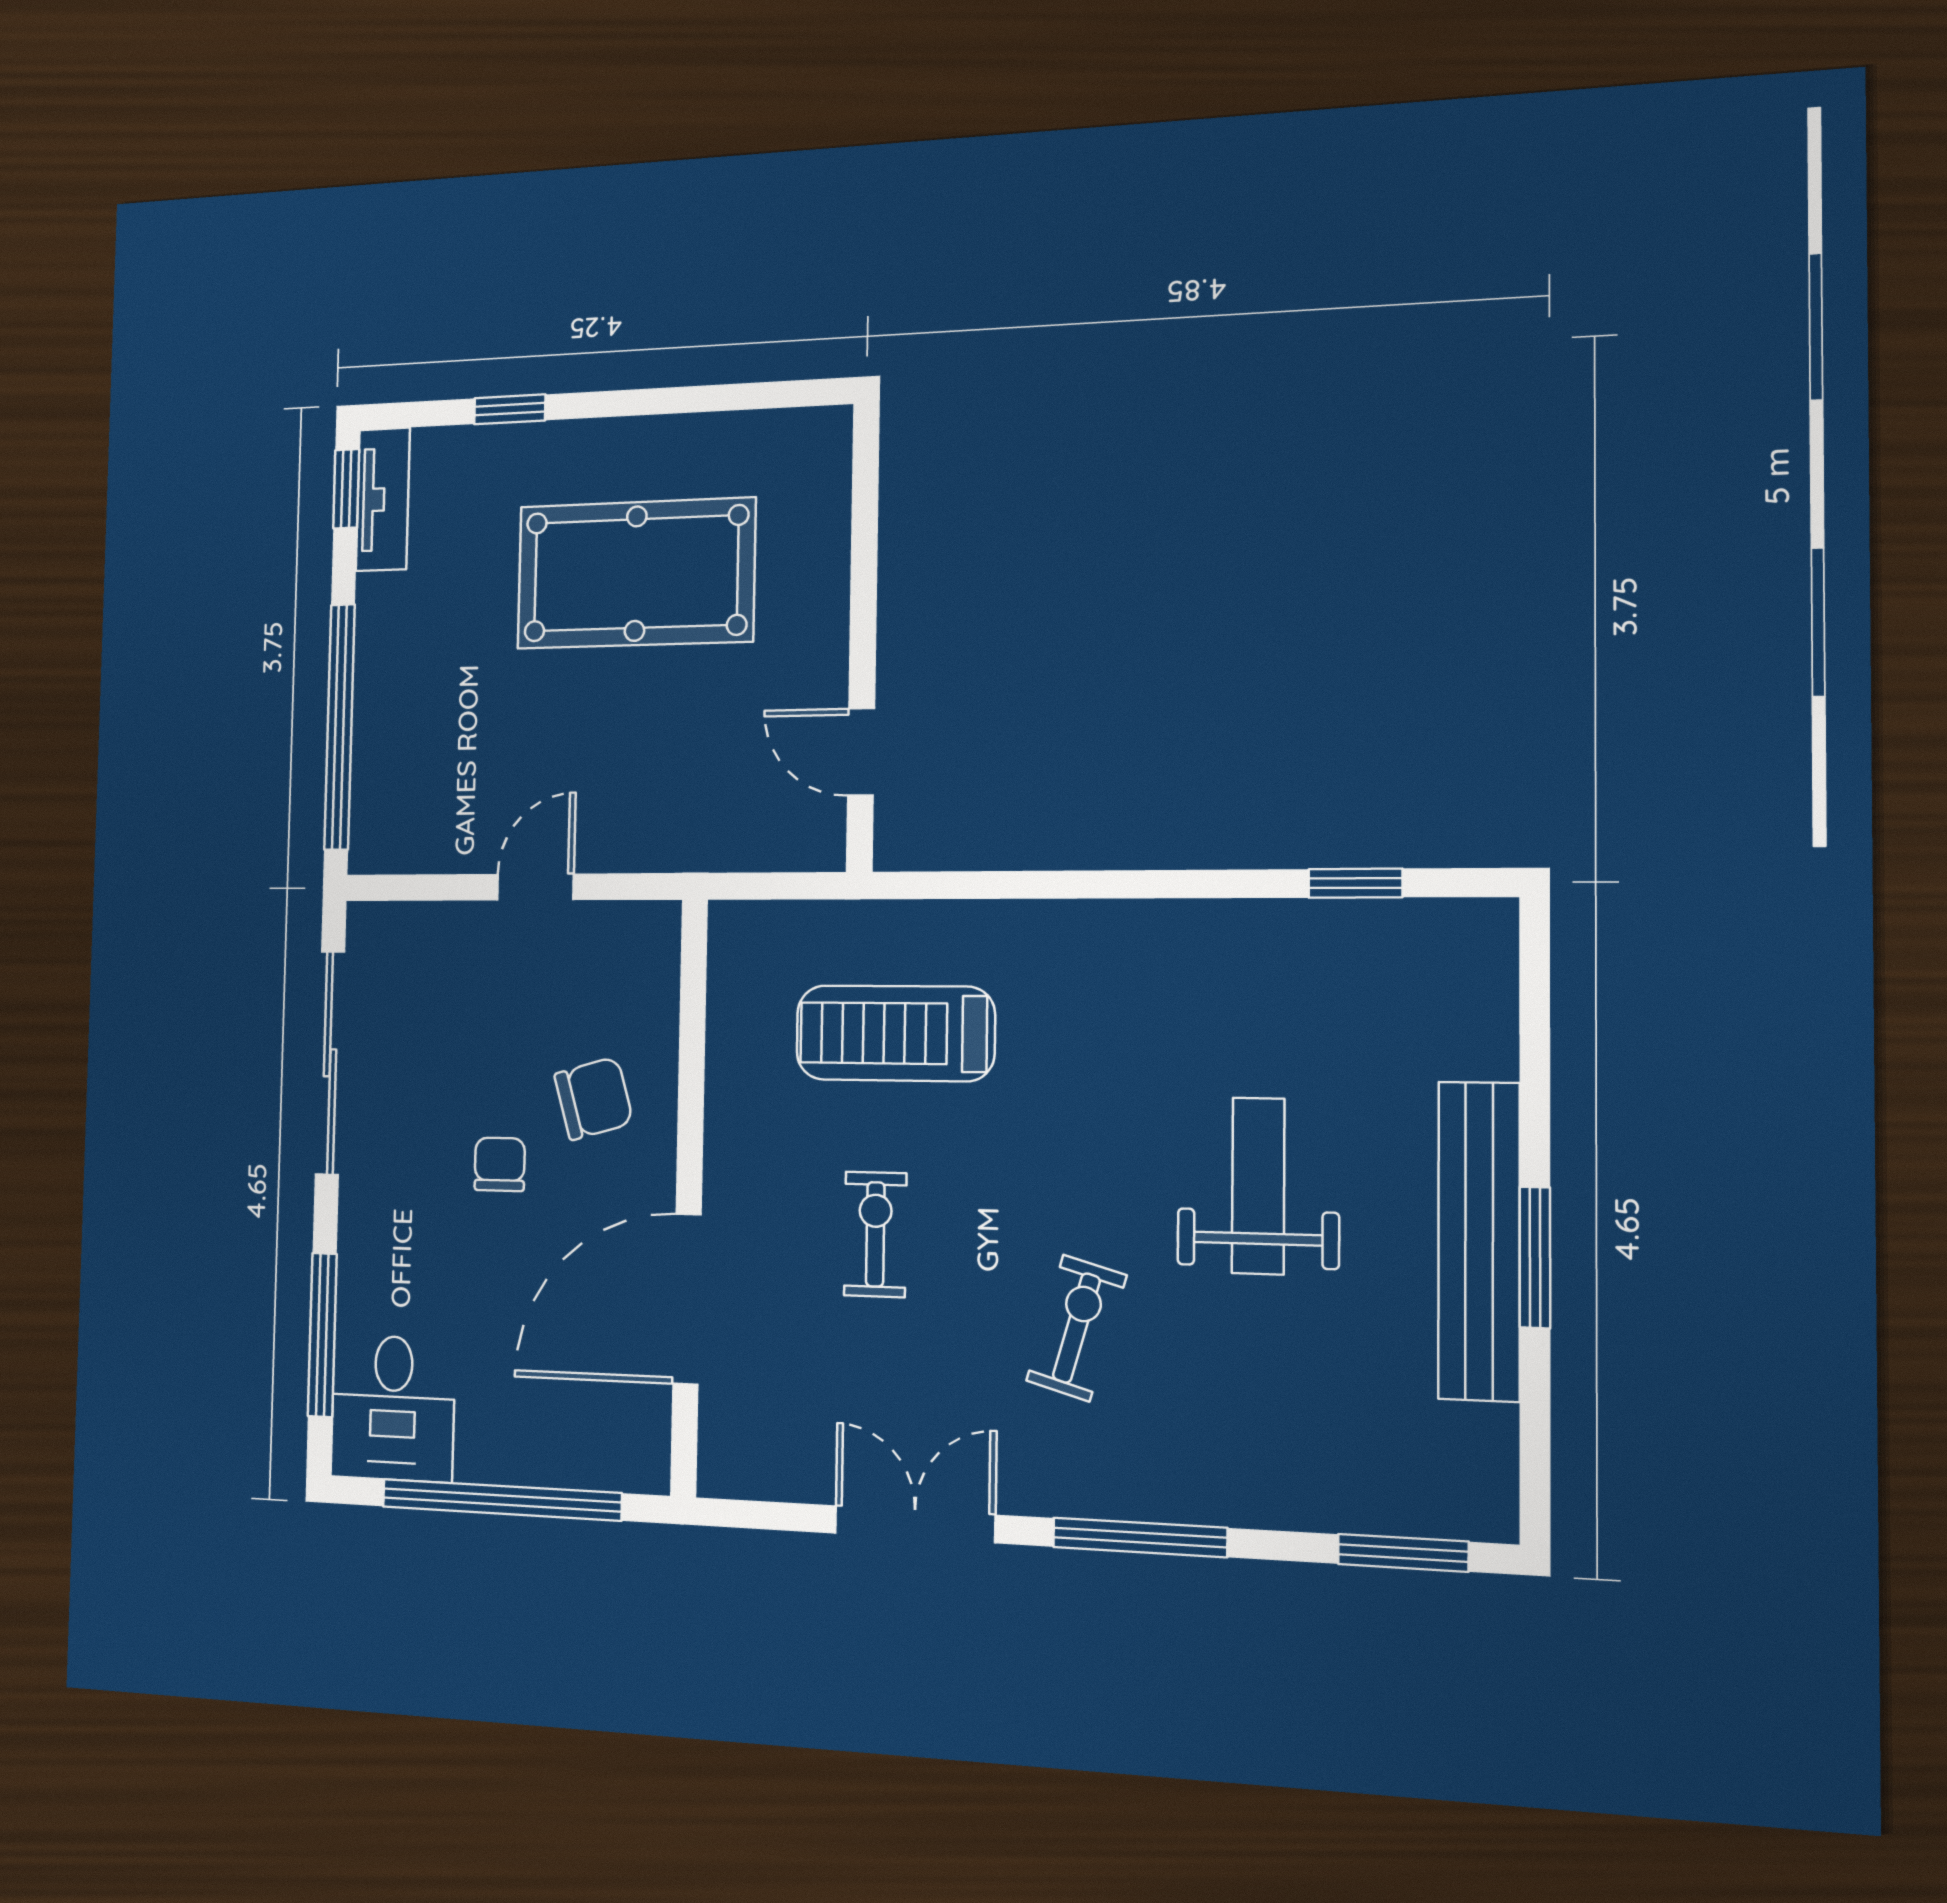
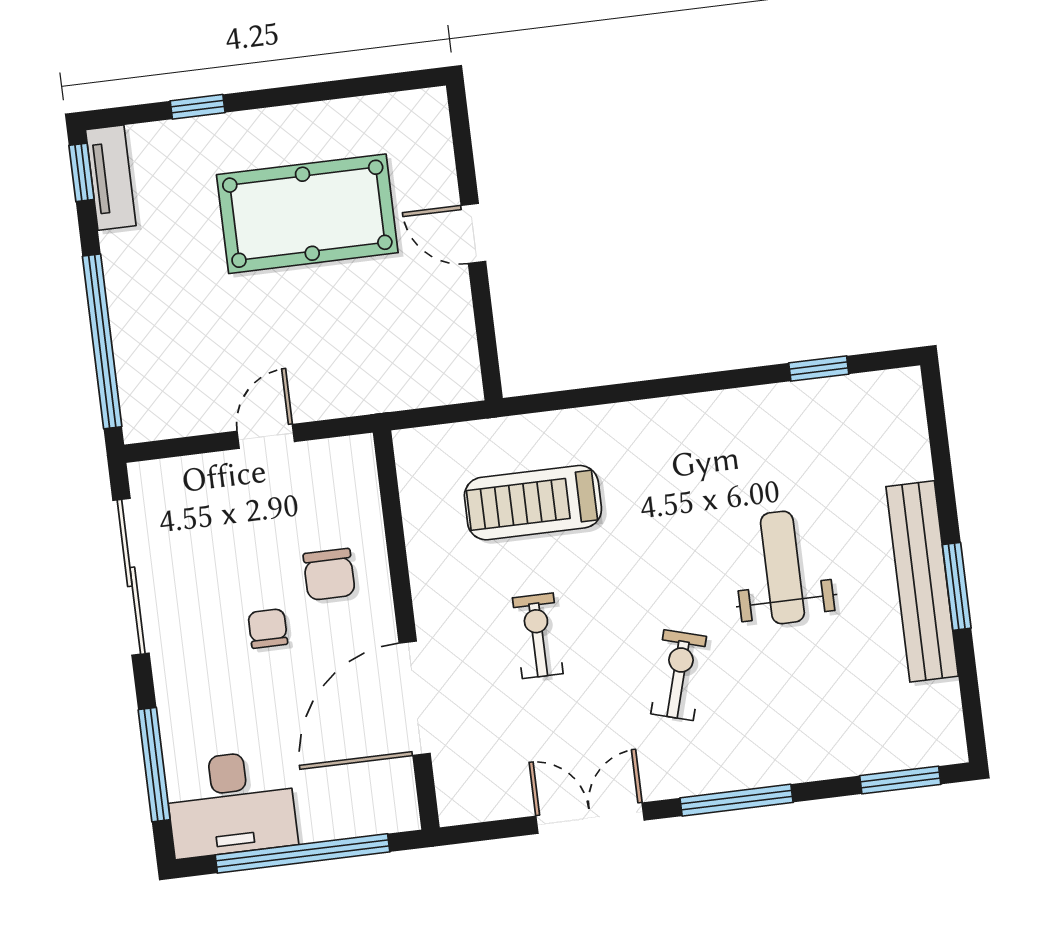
door: (861, 752) -> (473, 233), moved
chair: (594, 1098) -> (329, 574), turned 106
desk: (393, 1408) -> (231, 804), width x1.37

